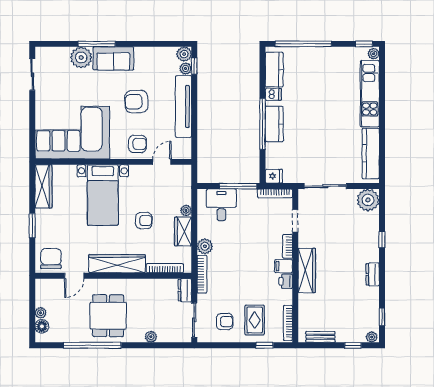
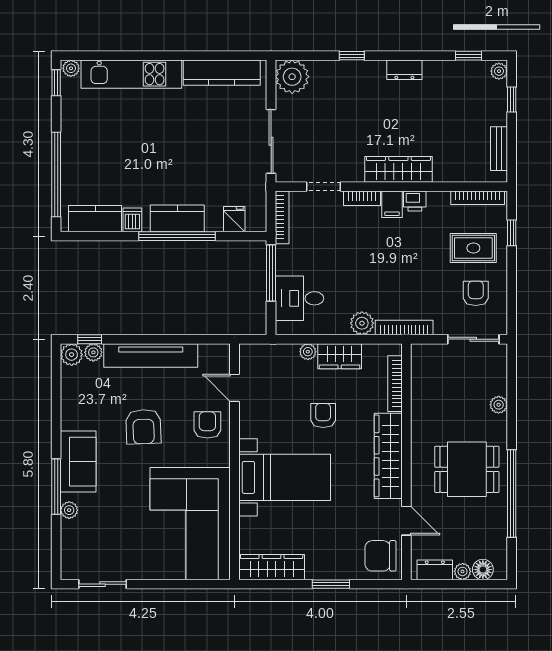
plant: (81, 57) -> (69, 510), width x0.53, depth x0.53
fridge: (274, 176) -> (234, 219), moved
dresser: (185, 290) -> (435, 570), moved, turned 180

